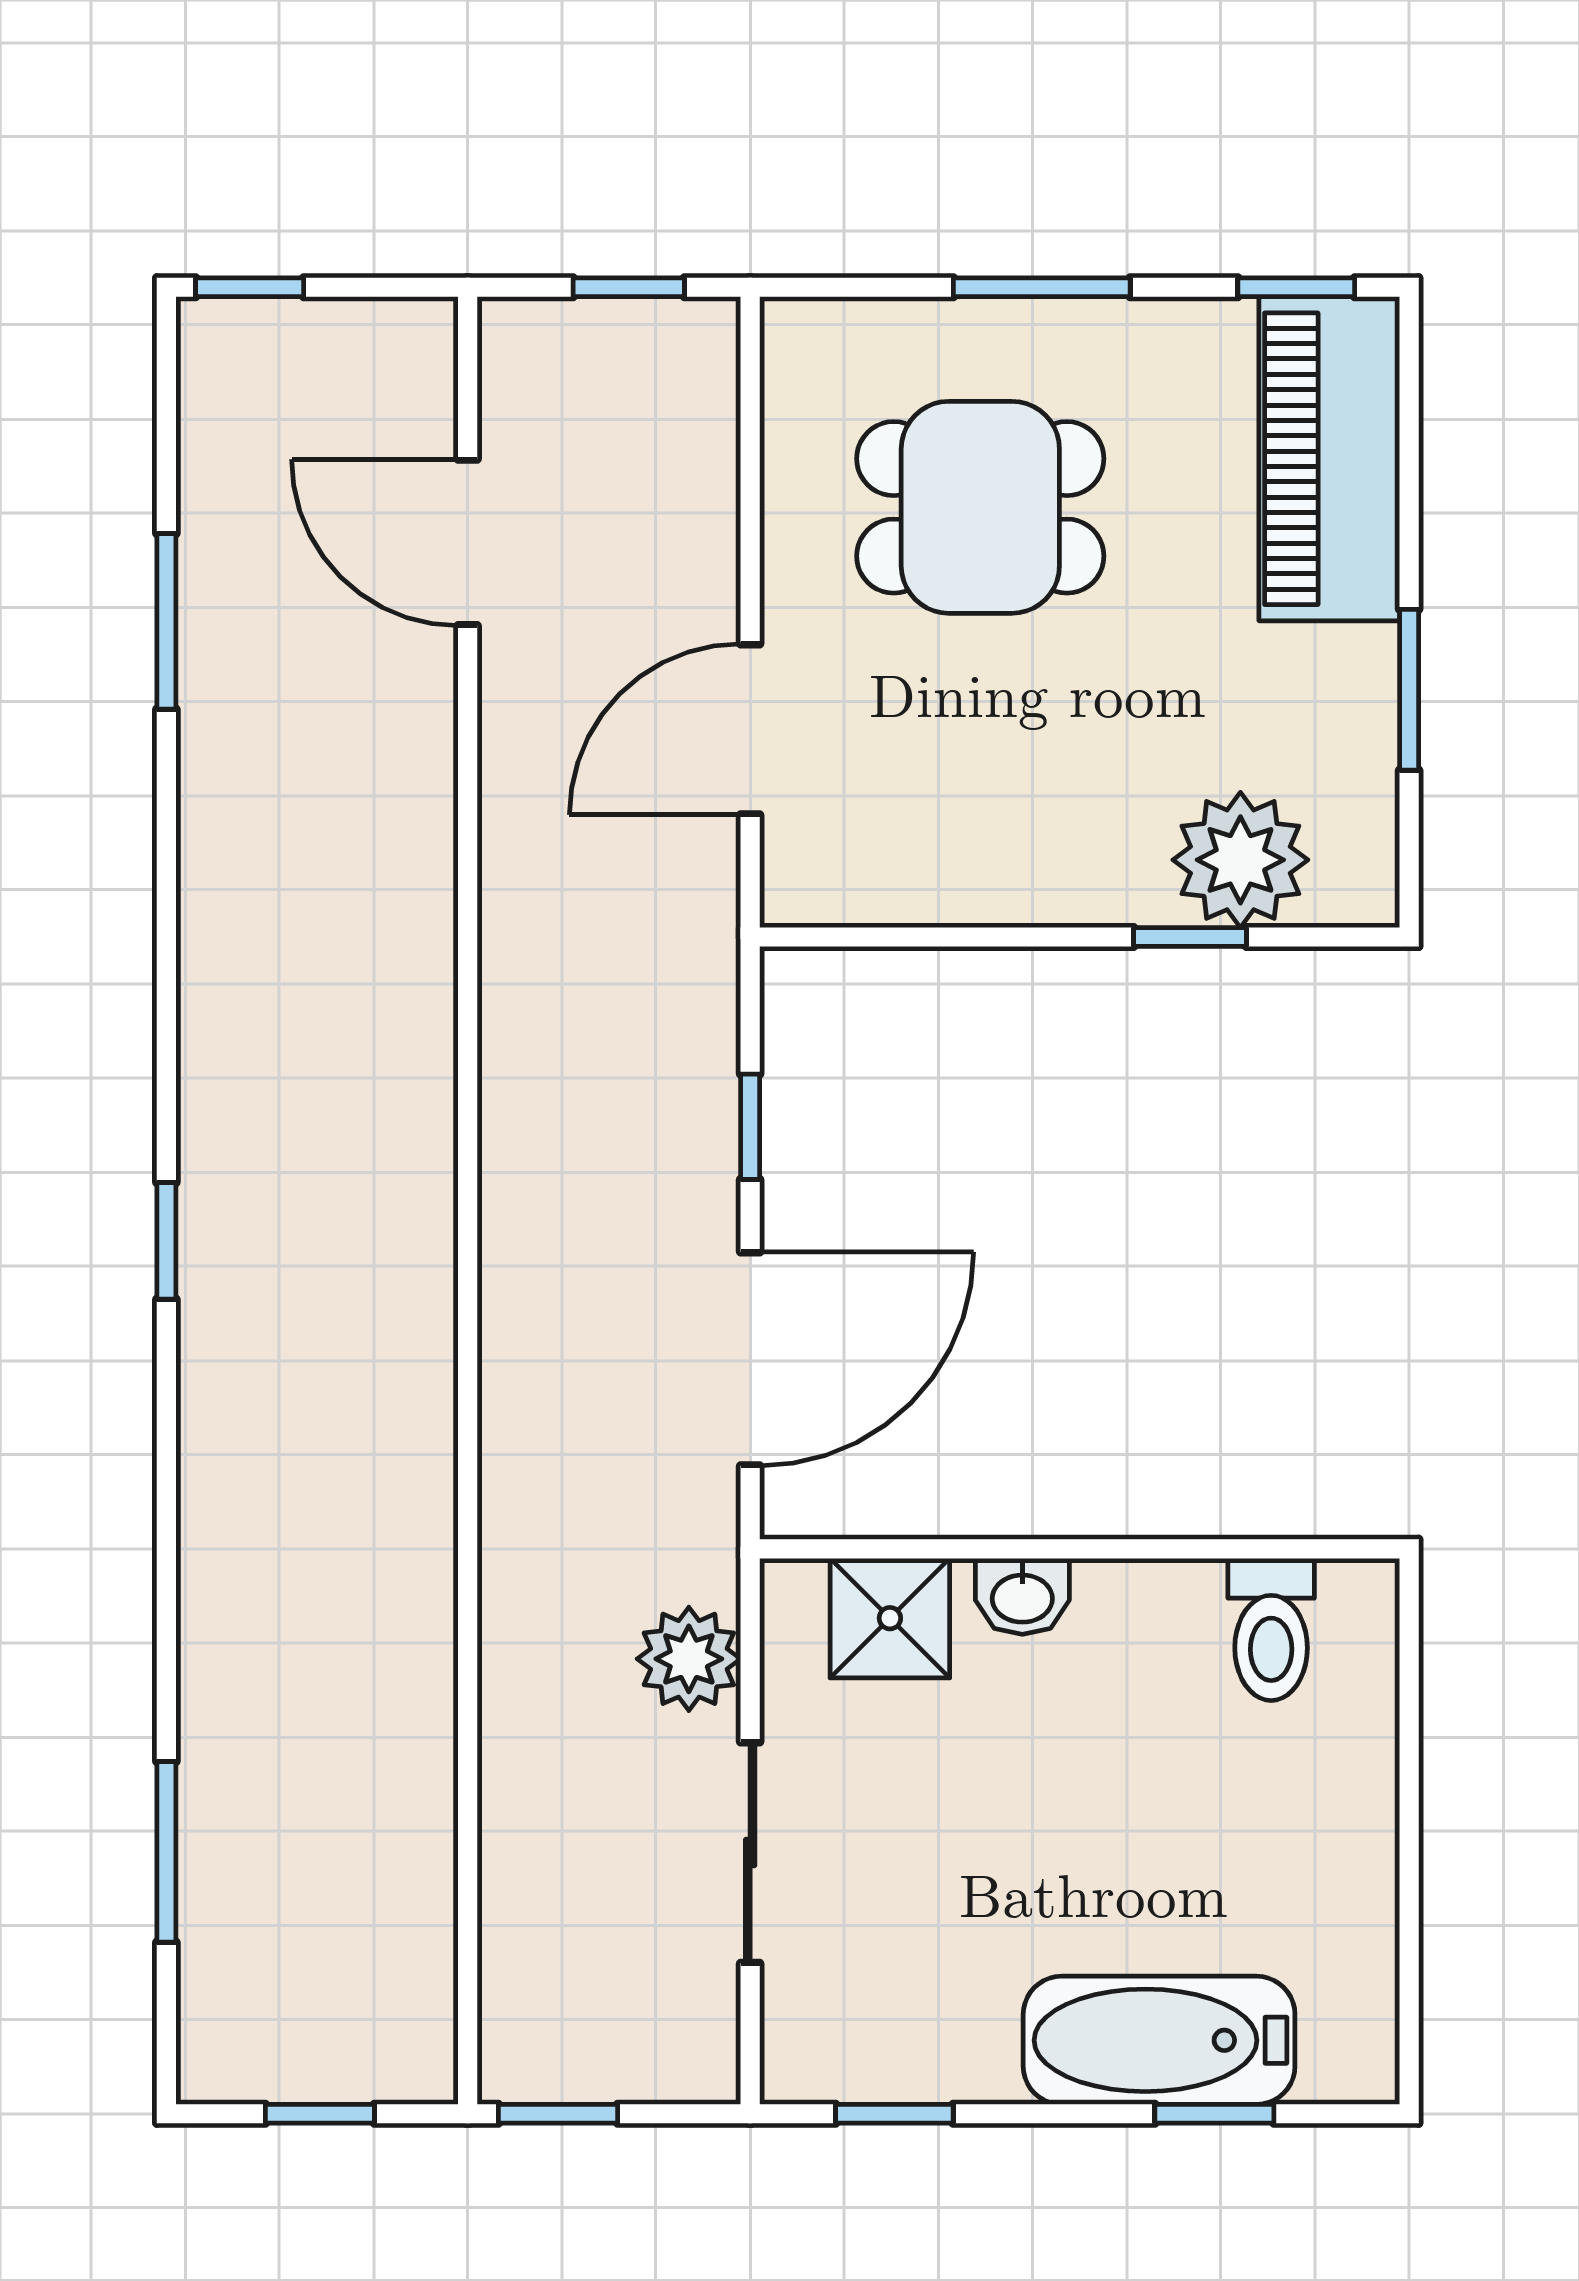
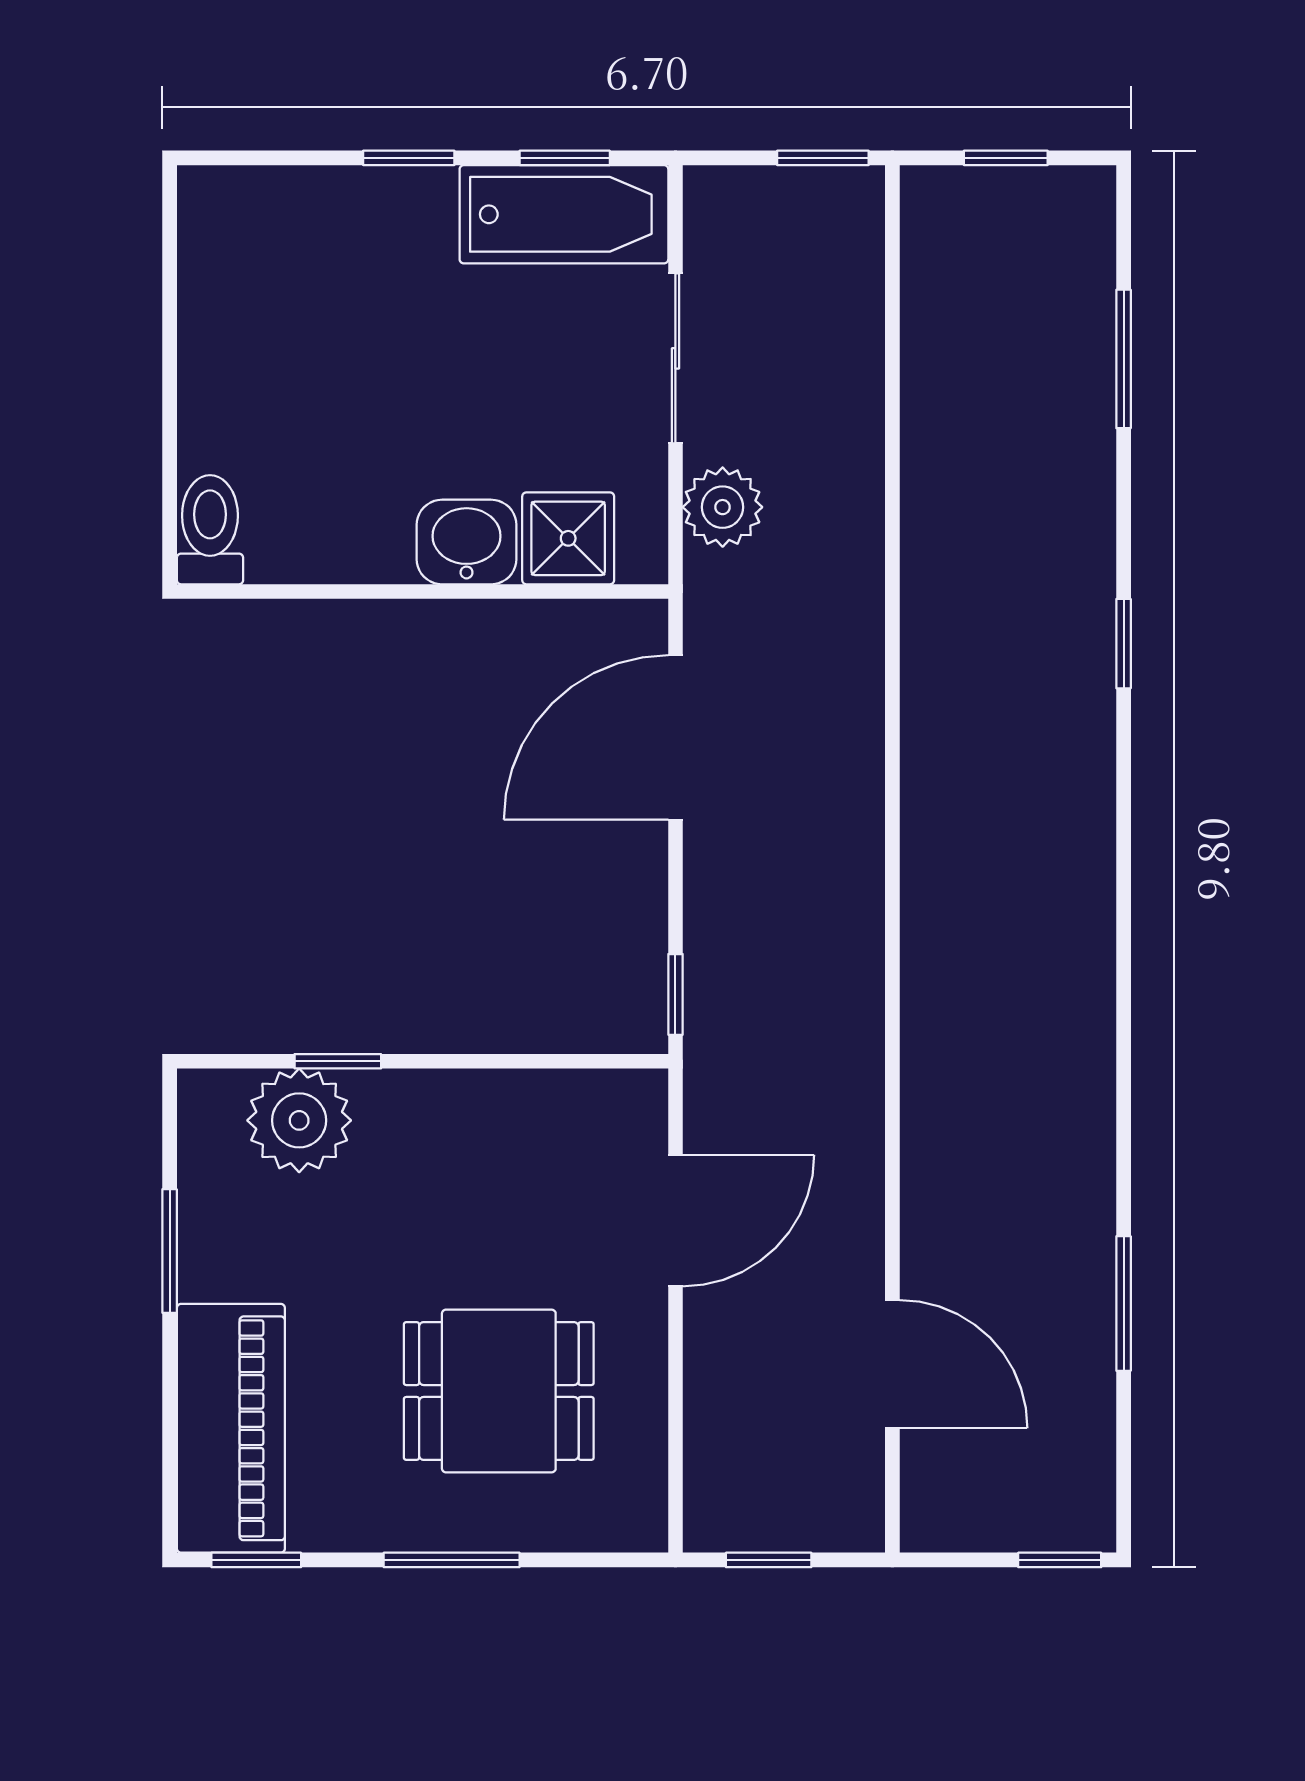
window: (750, 1127) -> (675, 994), moved
window: (166, 1241) -> (1124, 644), moved
washbasin: (1022, 1596) -> (467, 542), width x1.38, depth x1.45
toilet: (1271, 1629) -> (210, 530), moved
bathtub: (1159, 2040) -> (564, 214), moved
window: (1214, 2114) -> (409, 158), moved

